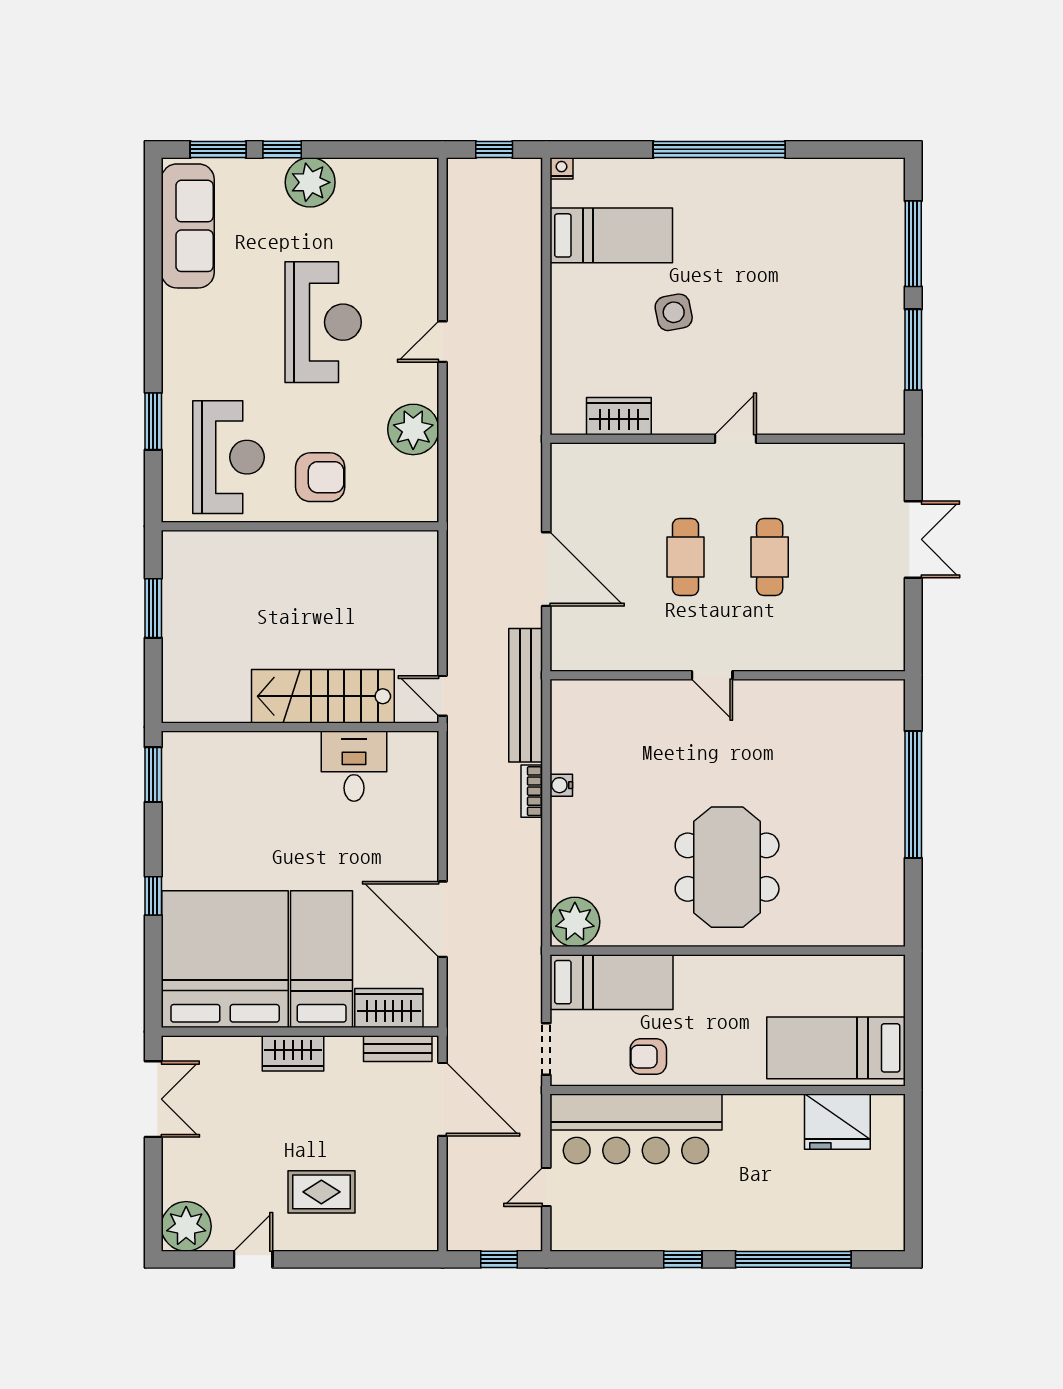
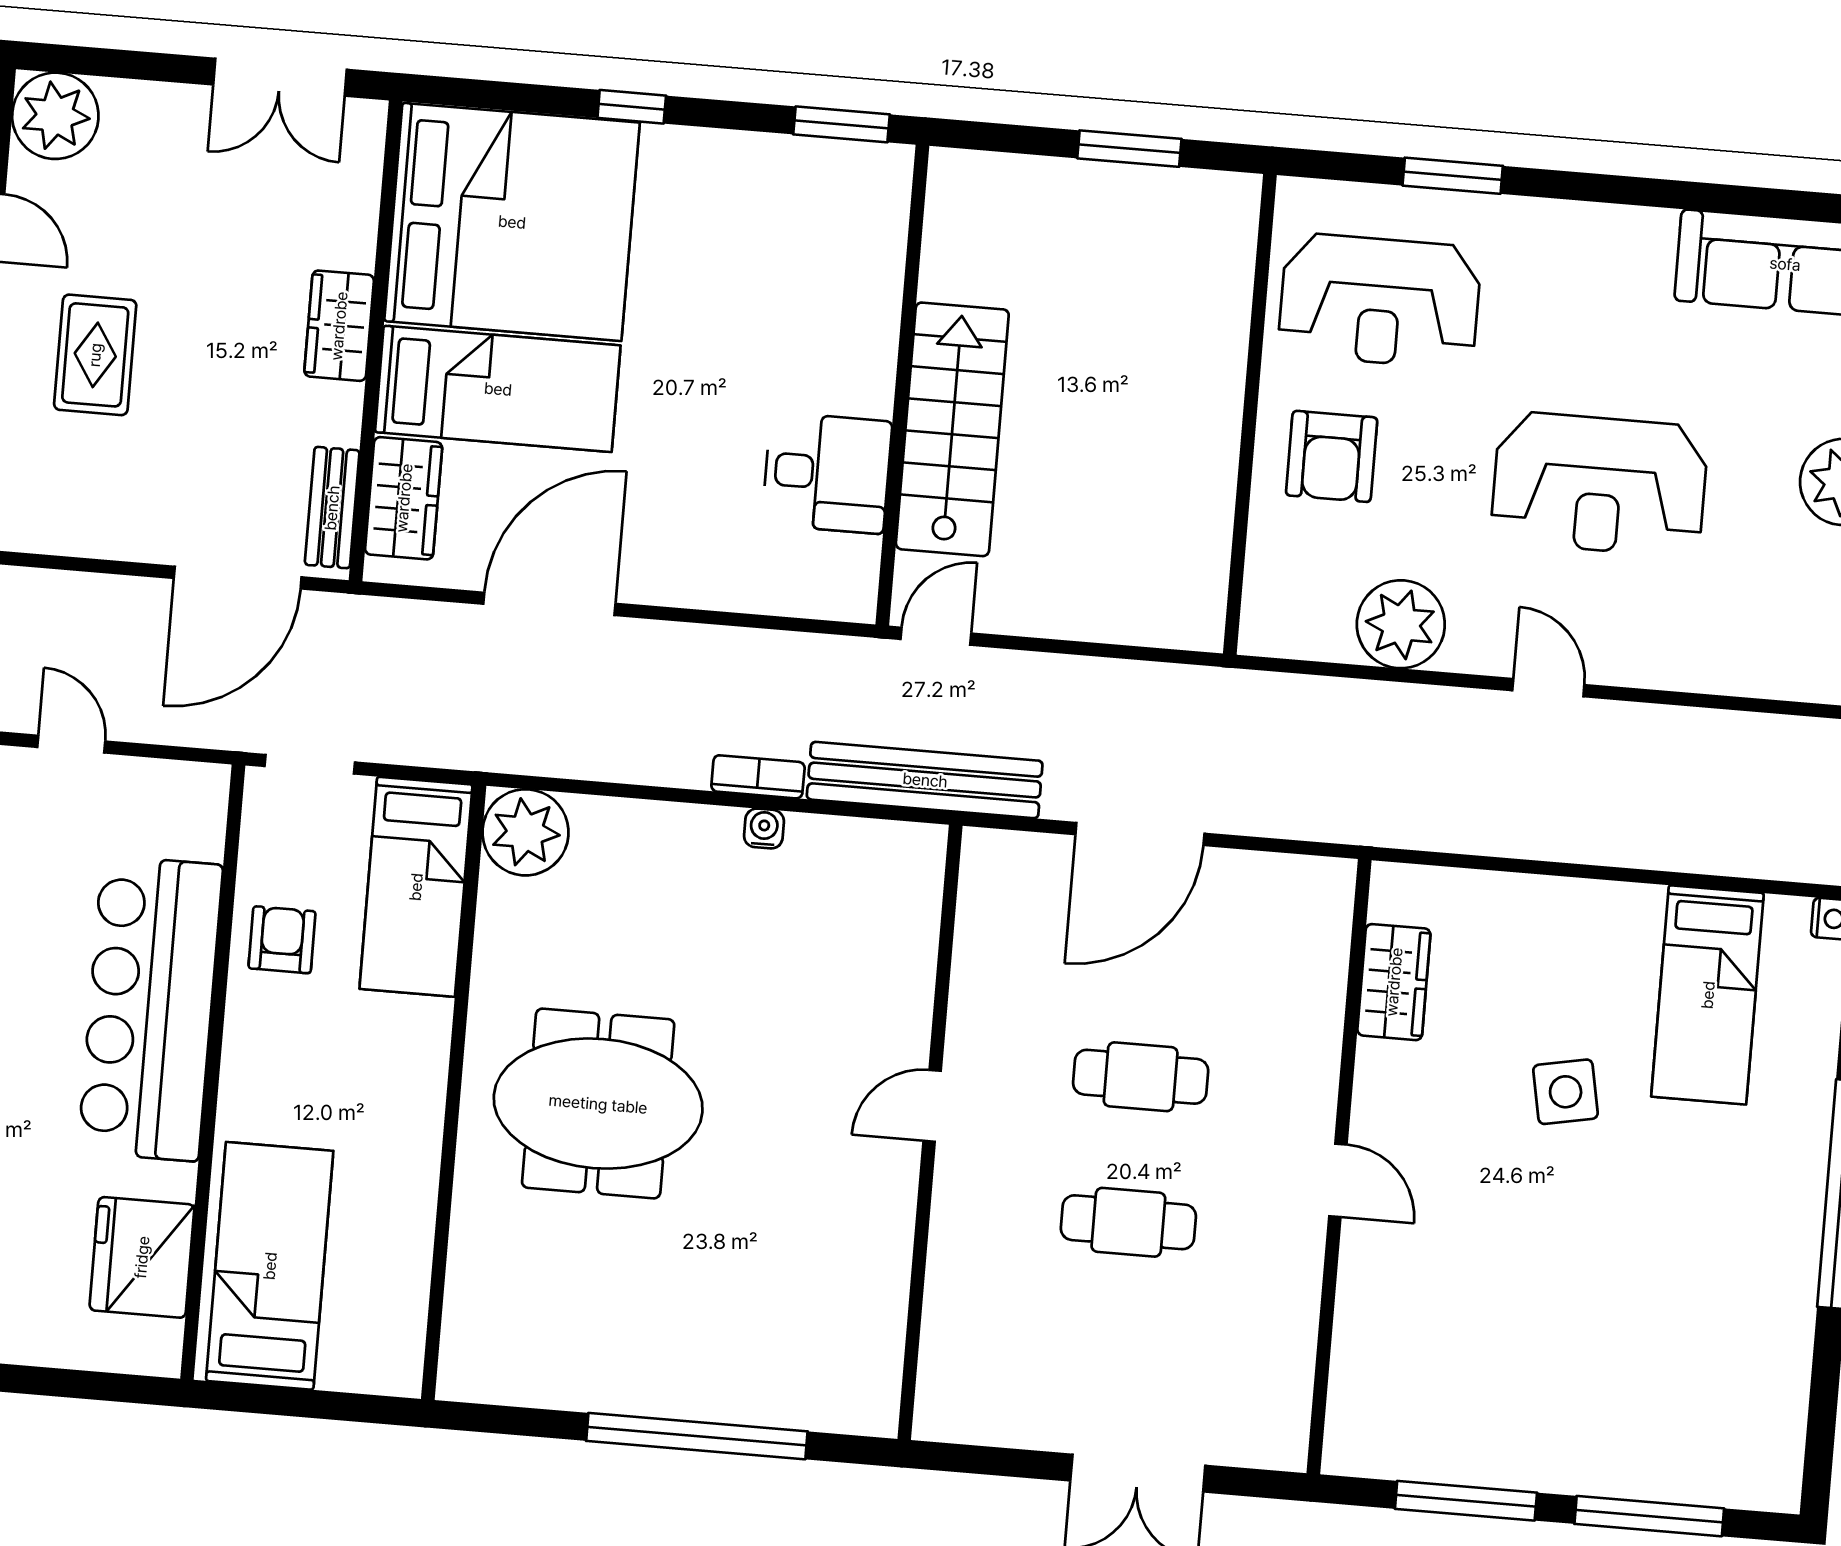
bar counter: (636, 1129) -> (150, 1008), moved

